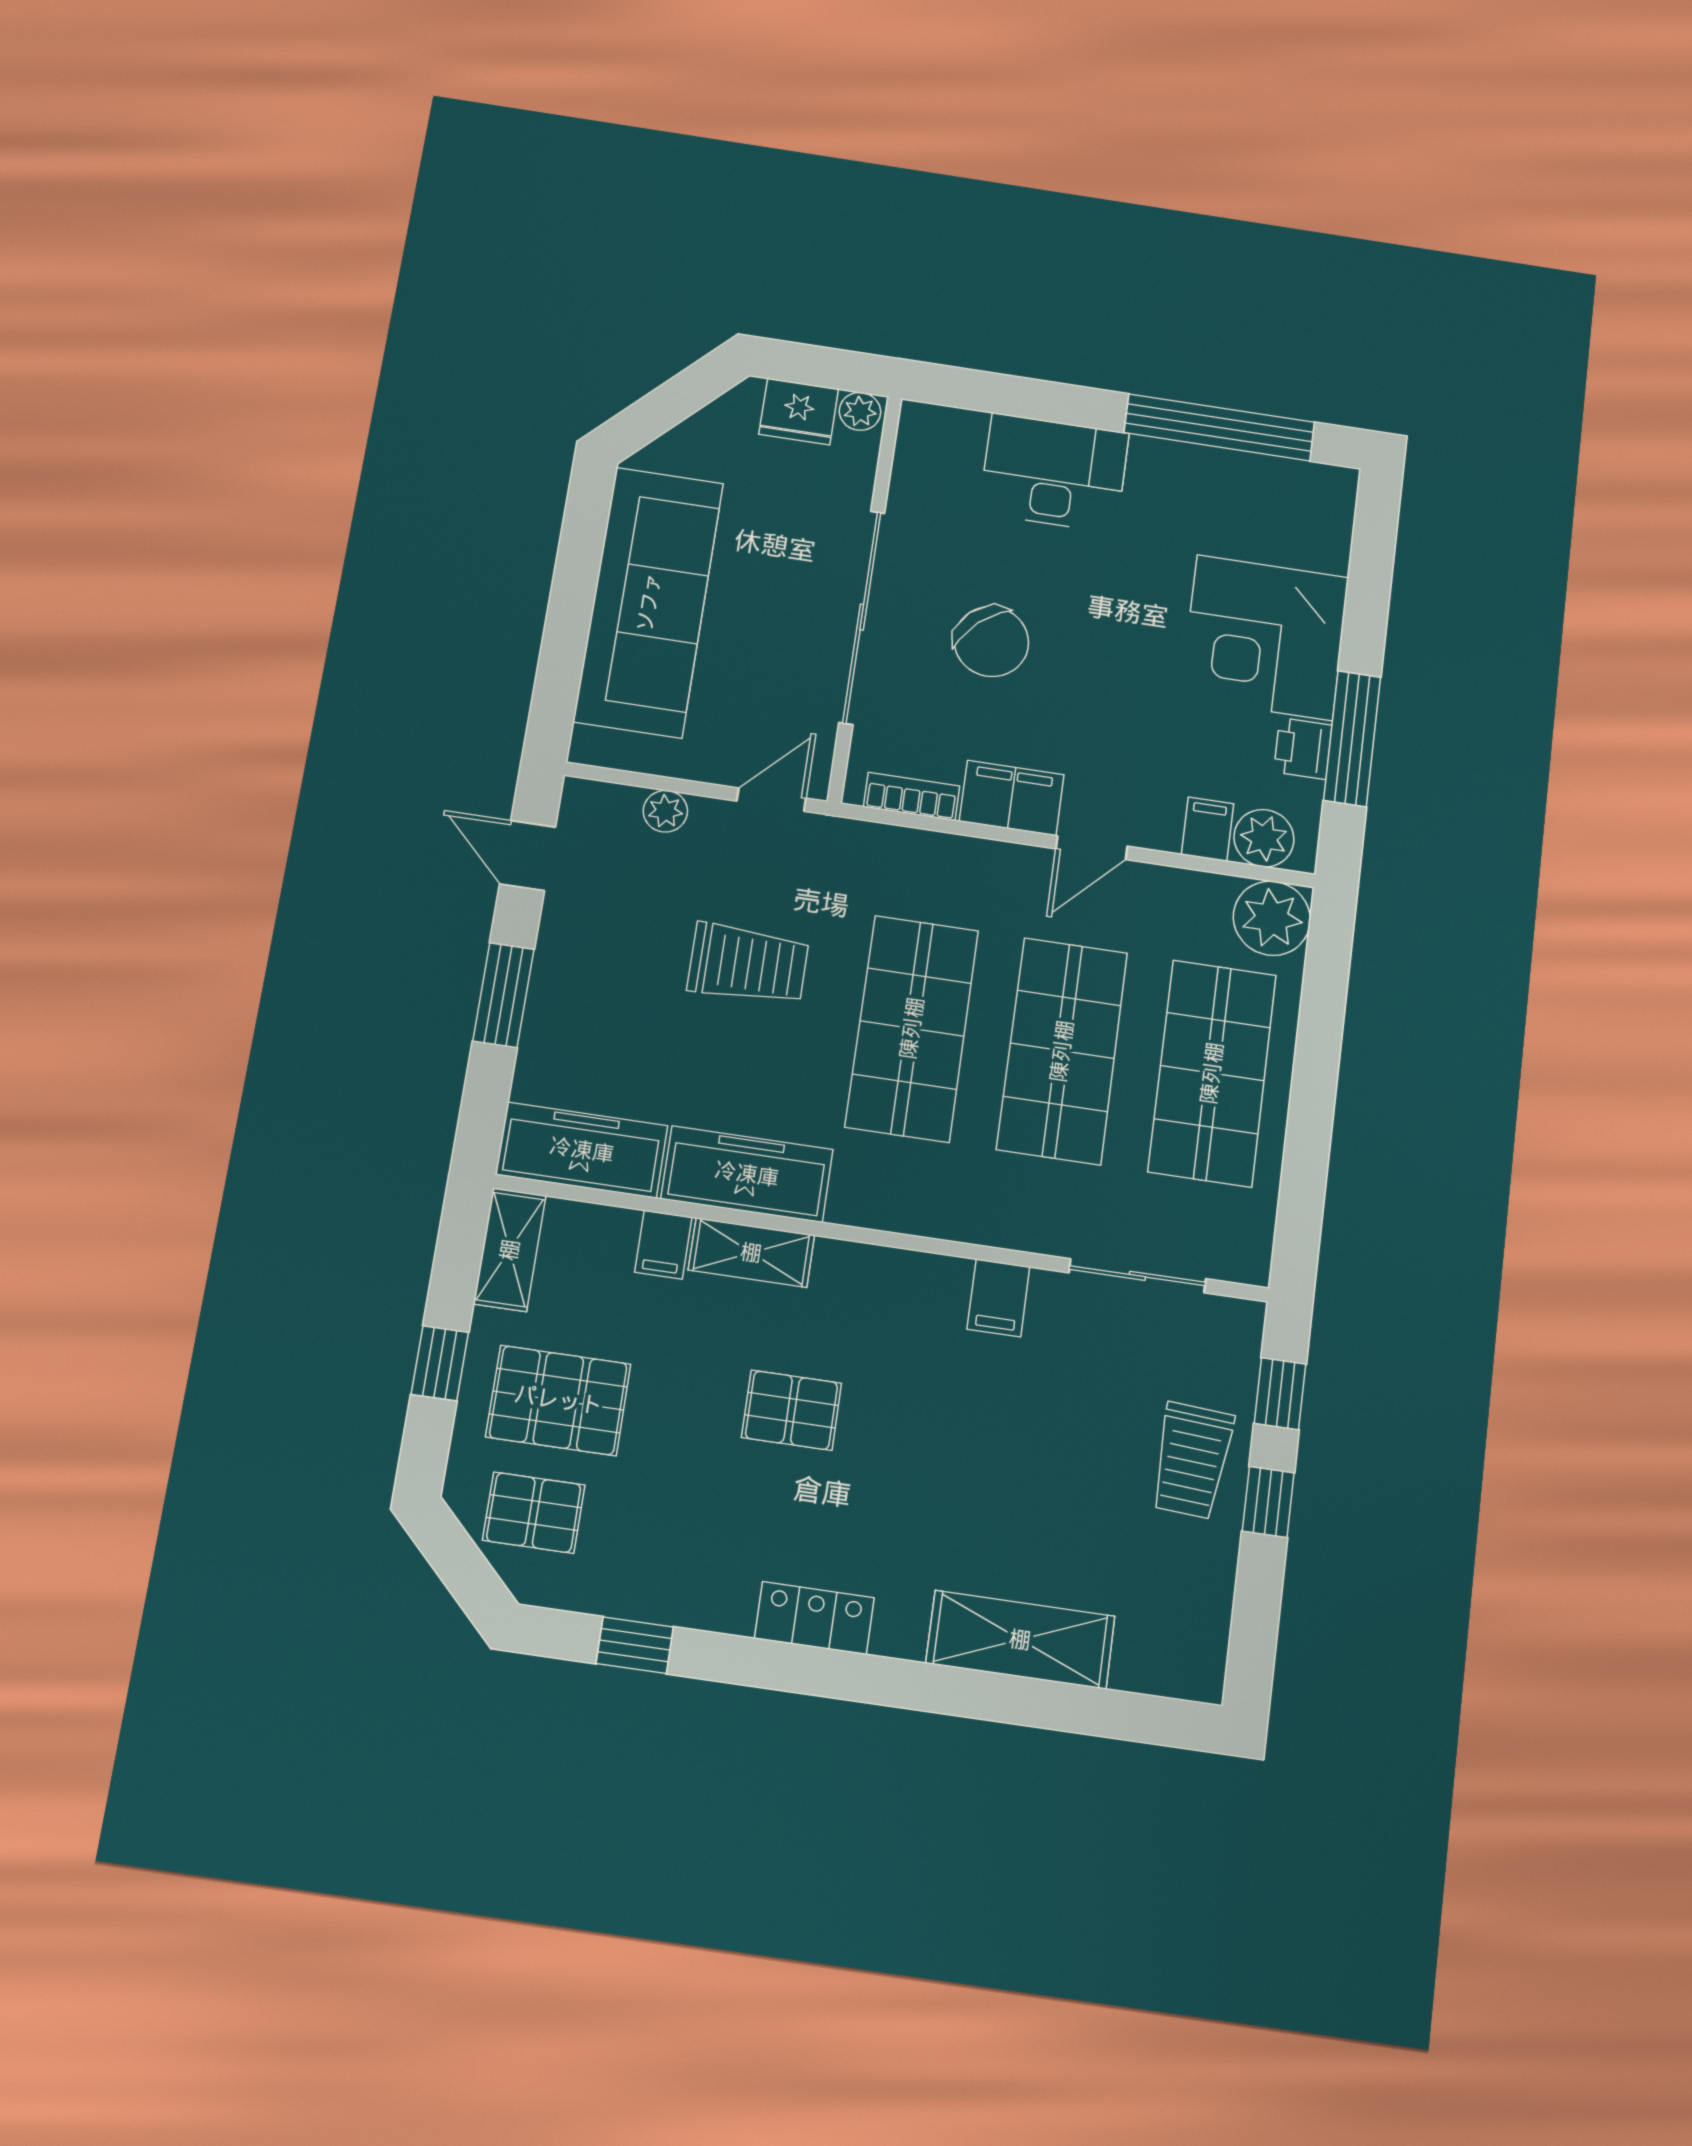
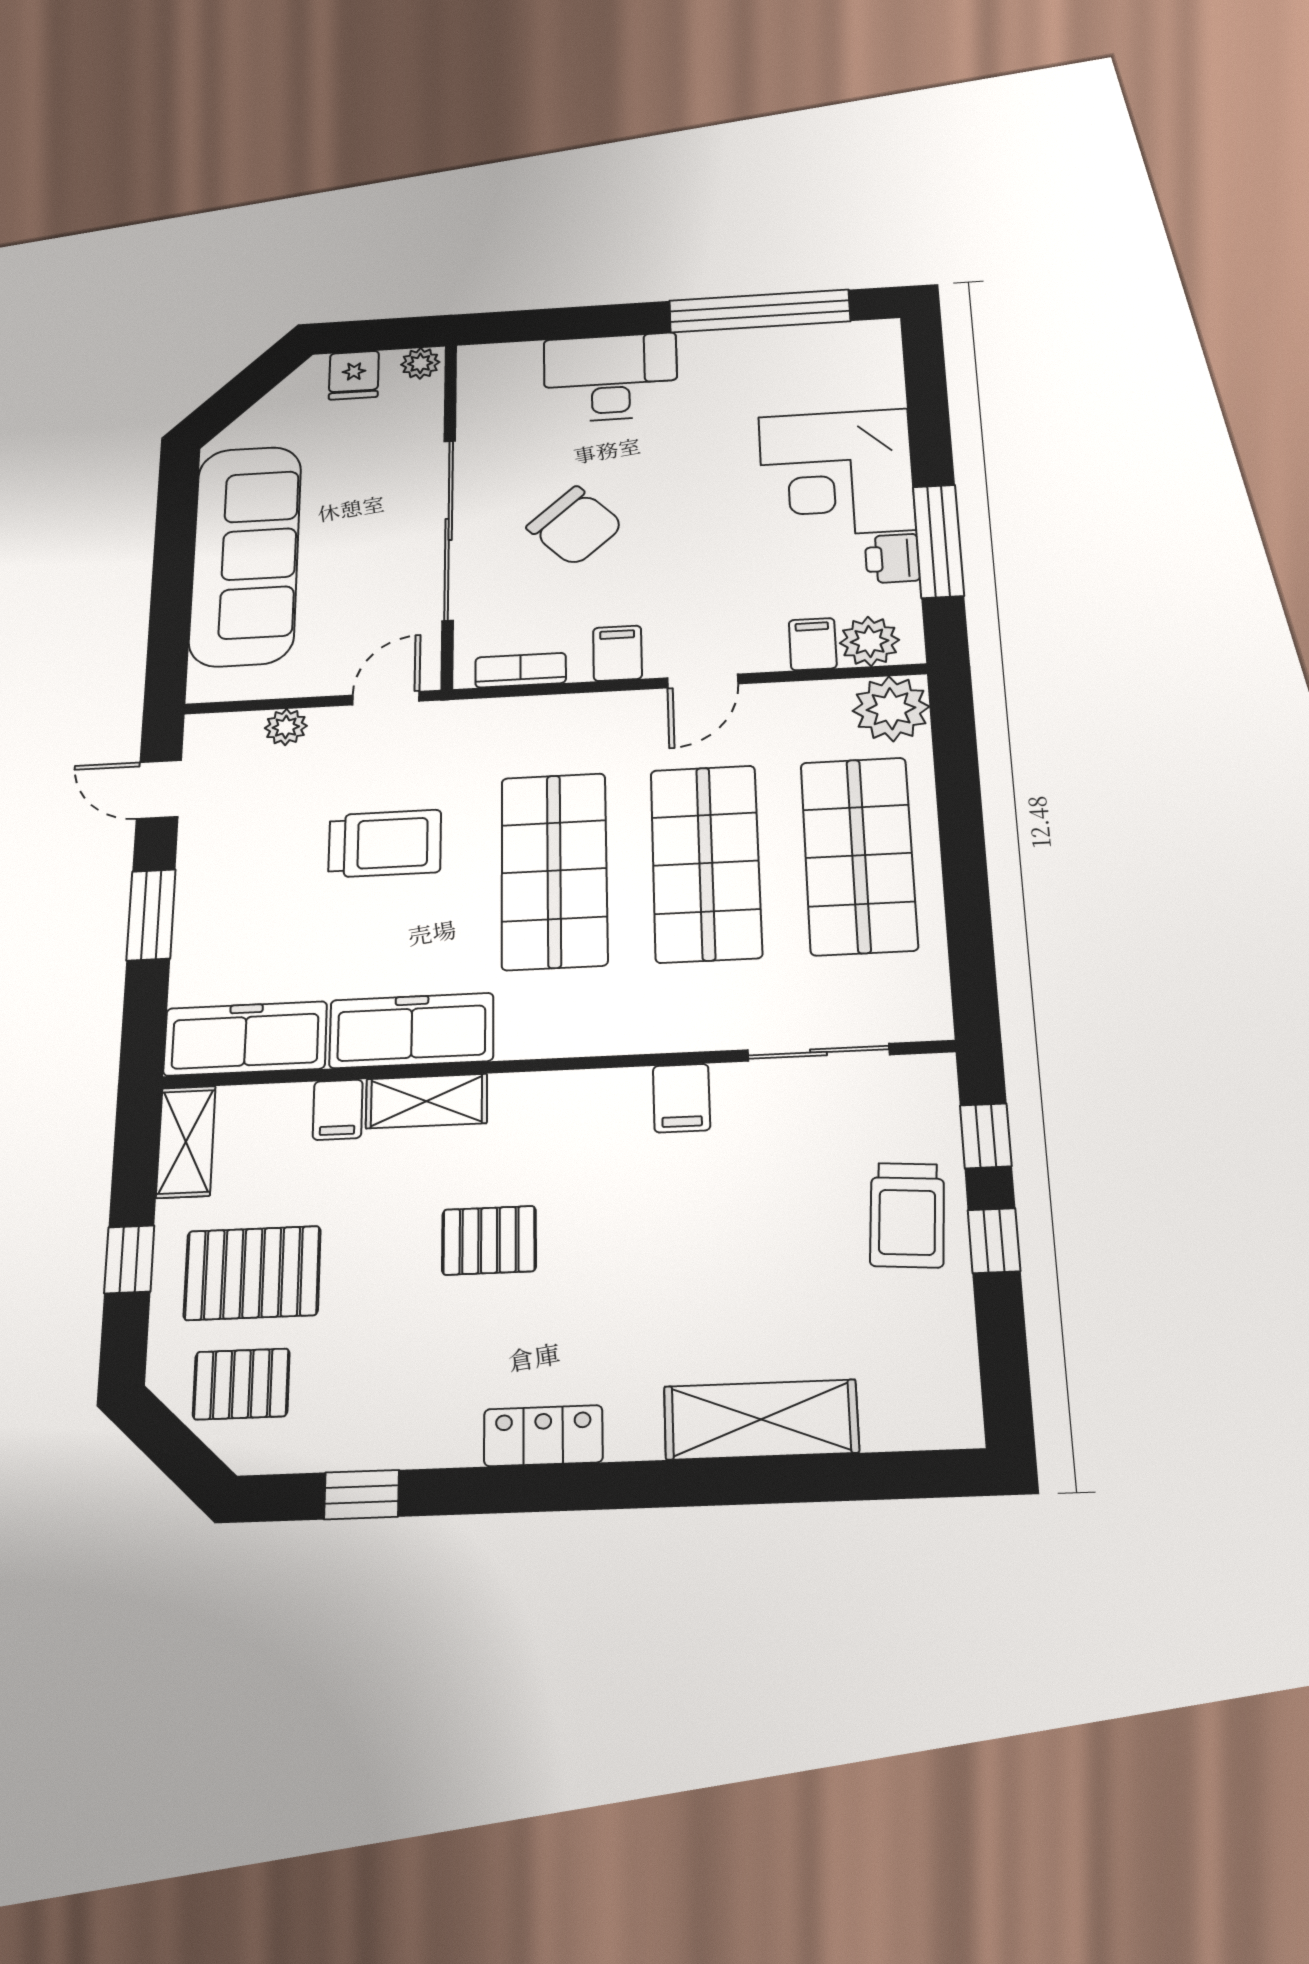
fridge: (799, 412) -> (354, 375), width x0.72
filing cabinet: (1012, 798) -> (617, 653), width x0.50

